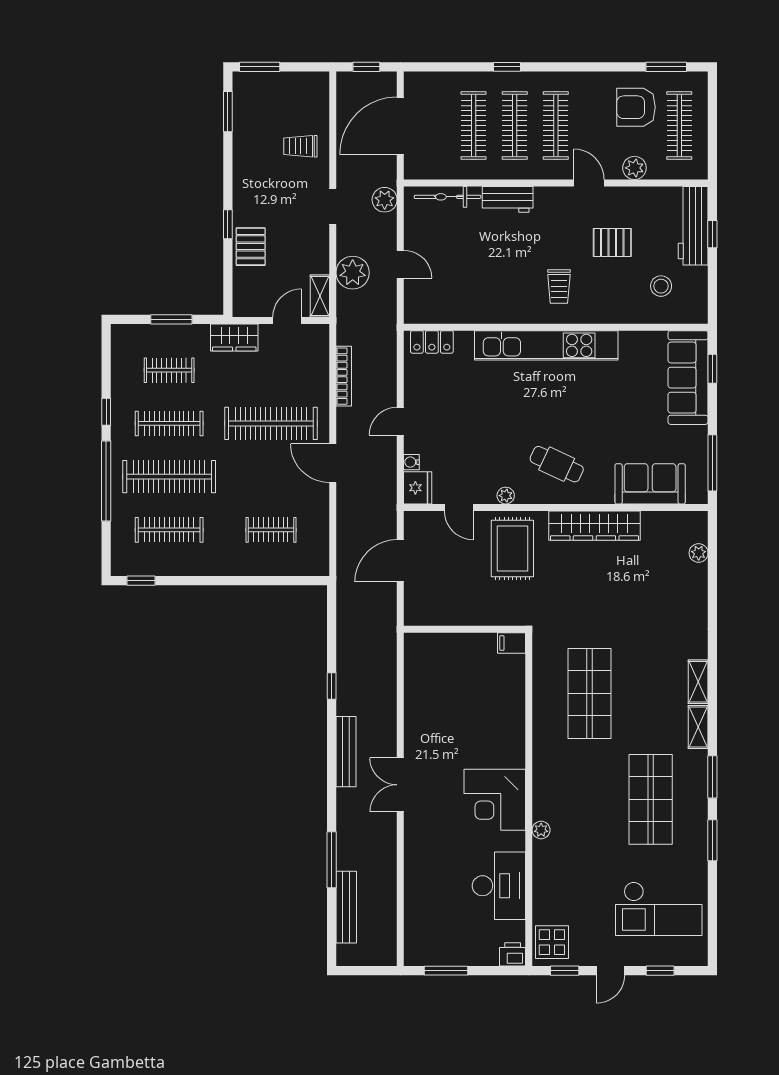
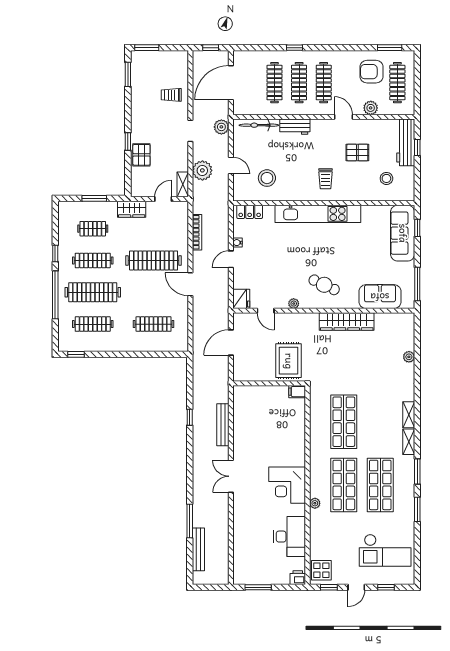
stool: (461, 285) -> (267, 178), added
water cooler: (411, 462) -> (237, 243), moved
clothes rail: (271, 530) -> (154, 324), width x1.36
rug: (512, 548) -> (289, 361), moved
plant: (699, 553) -> (409, 357), moved
bench: (346, 752) -> (223, 425), moved
shop shelf: (590, 799) -> (344, 485), added

